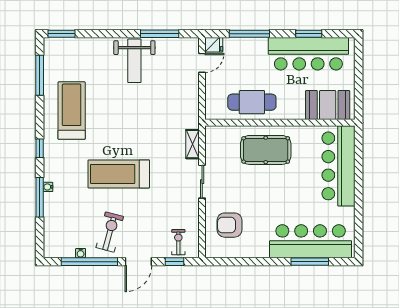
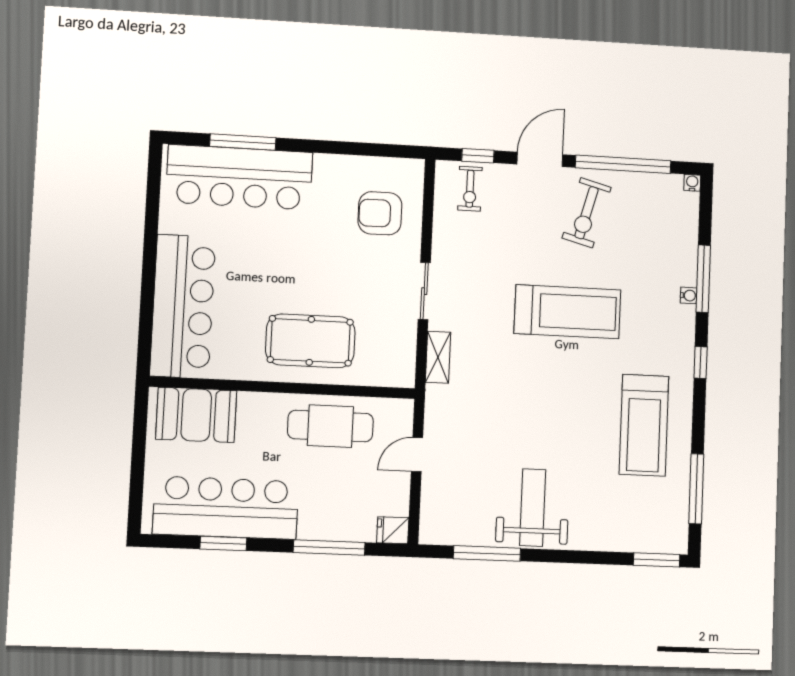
door: (202, 63) -> (417, 455), moved
armchair: (230, 225) -> (380, 213), turned 180
water cooler: (81, 253) -> (692, 183), moved

